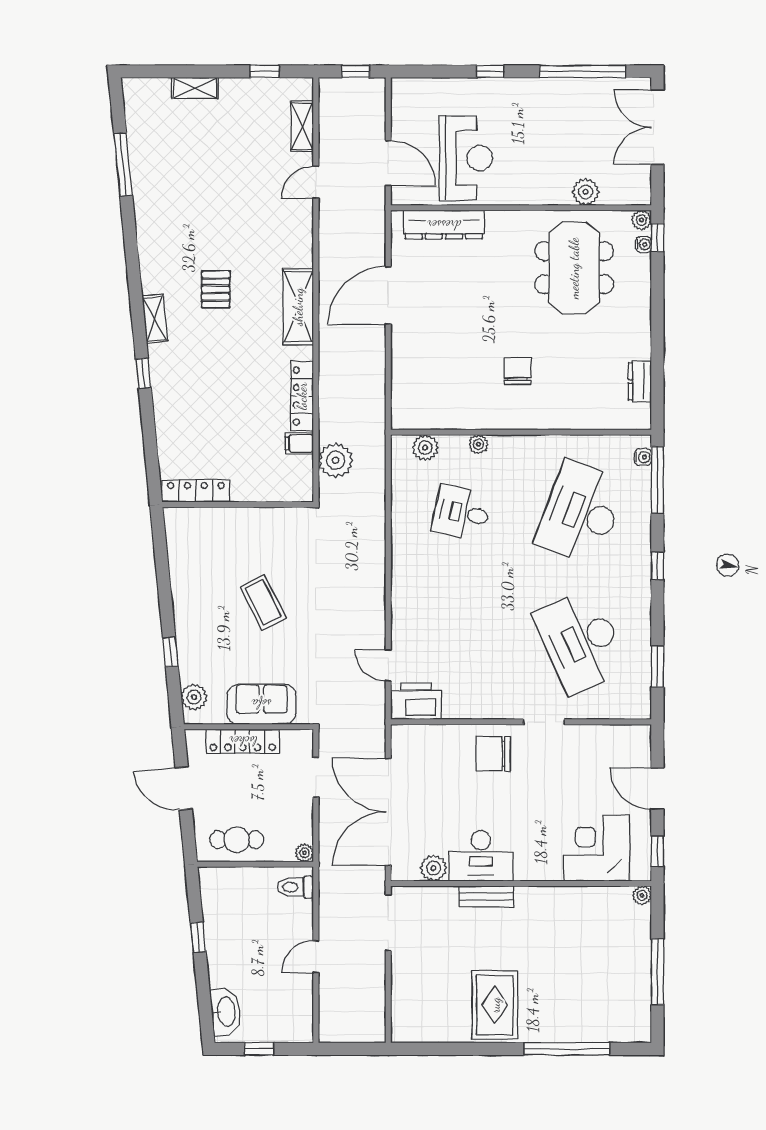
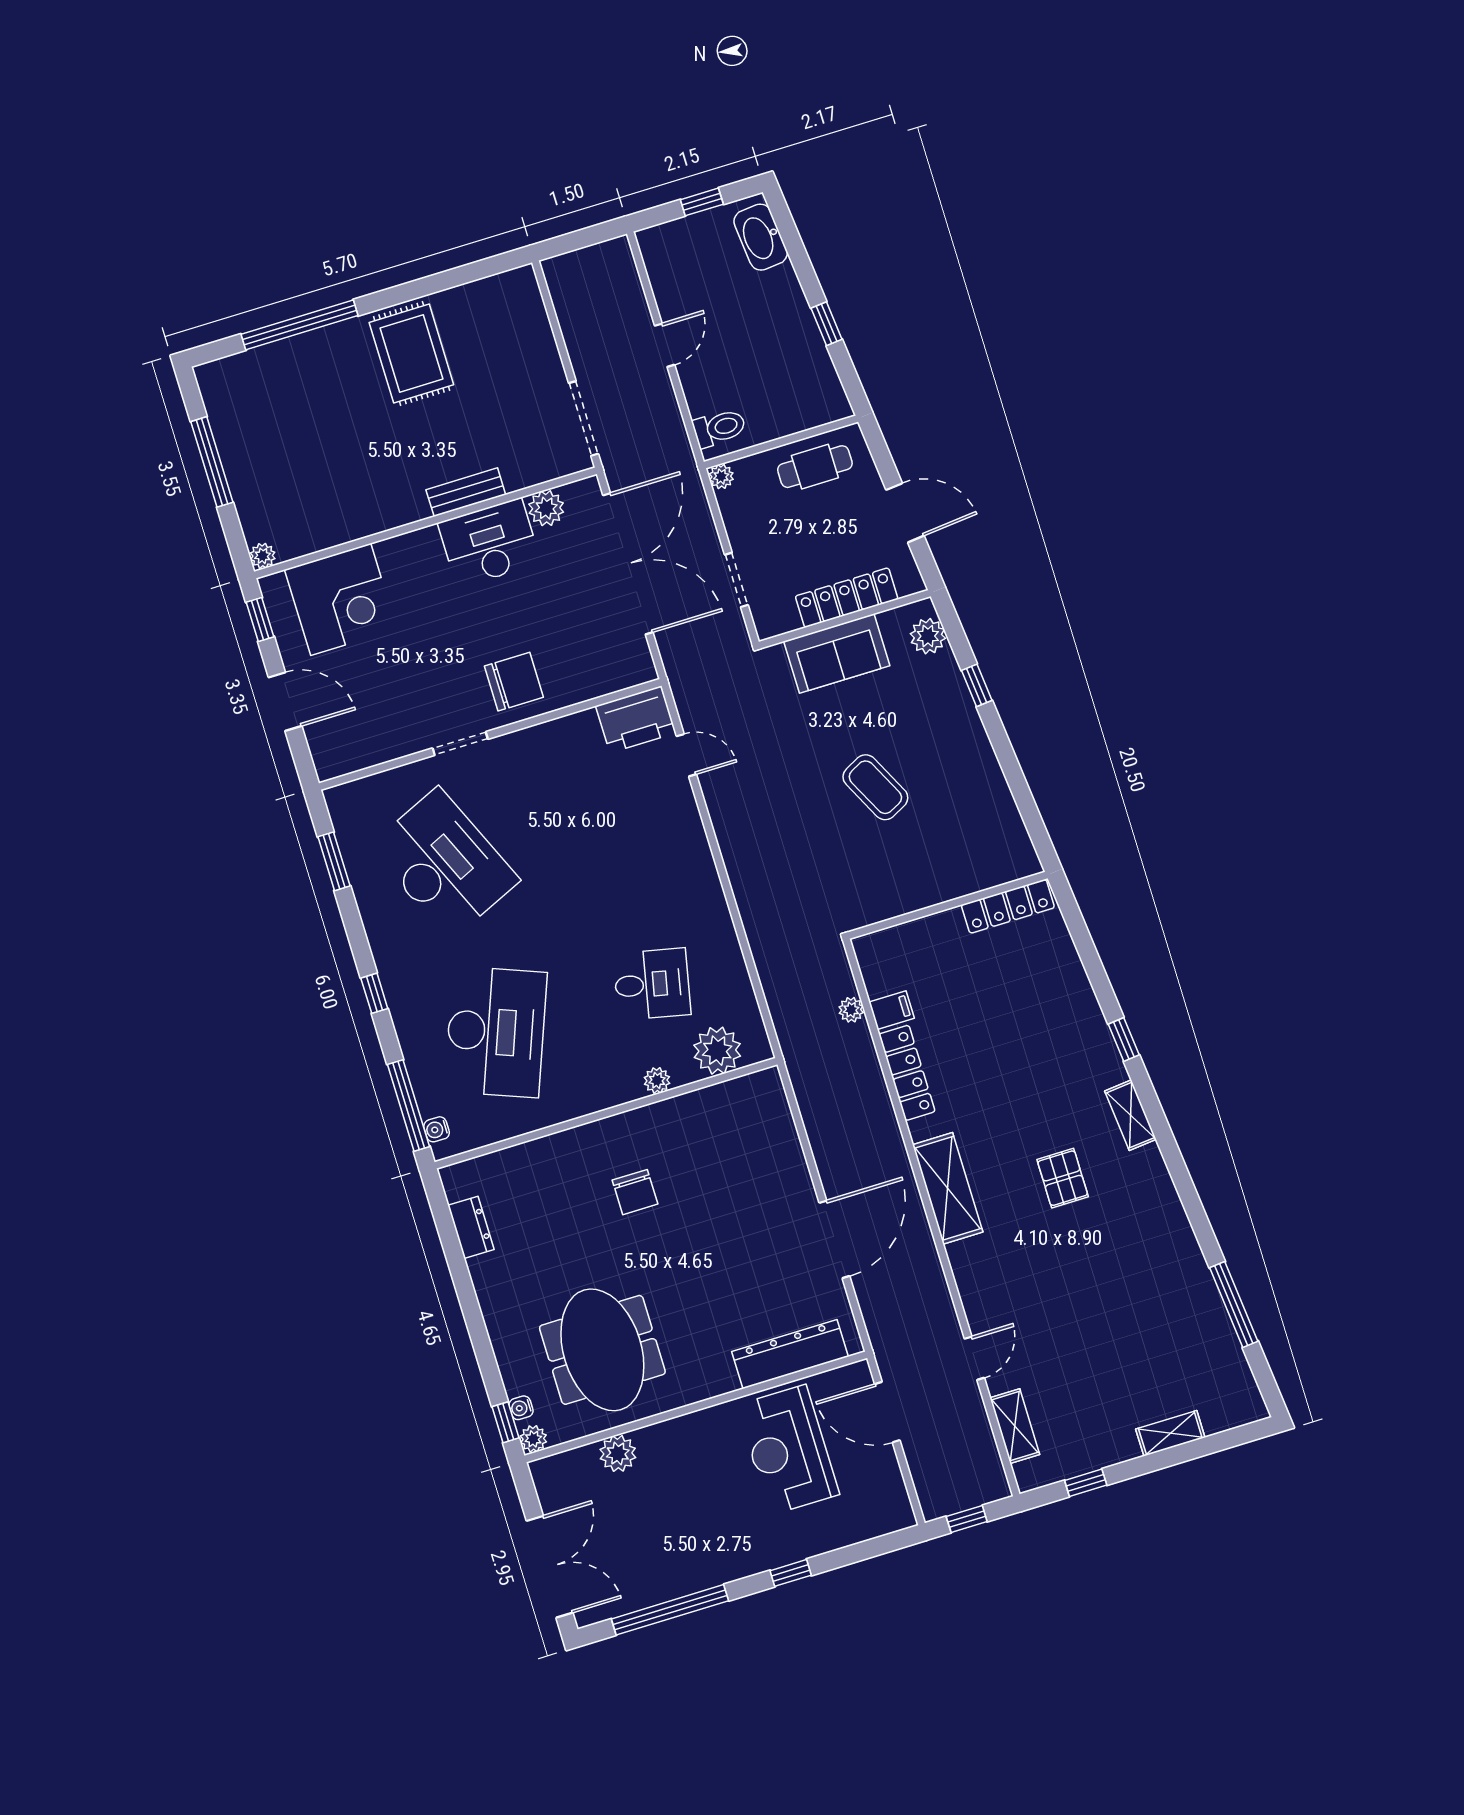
plant: (425, 448) -> (717, 1051), width x1.36, depth x1.36
plant: (336, 460) -> (851, 1010), width x0.53, depth x0.53

